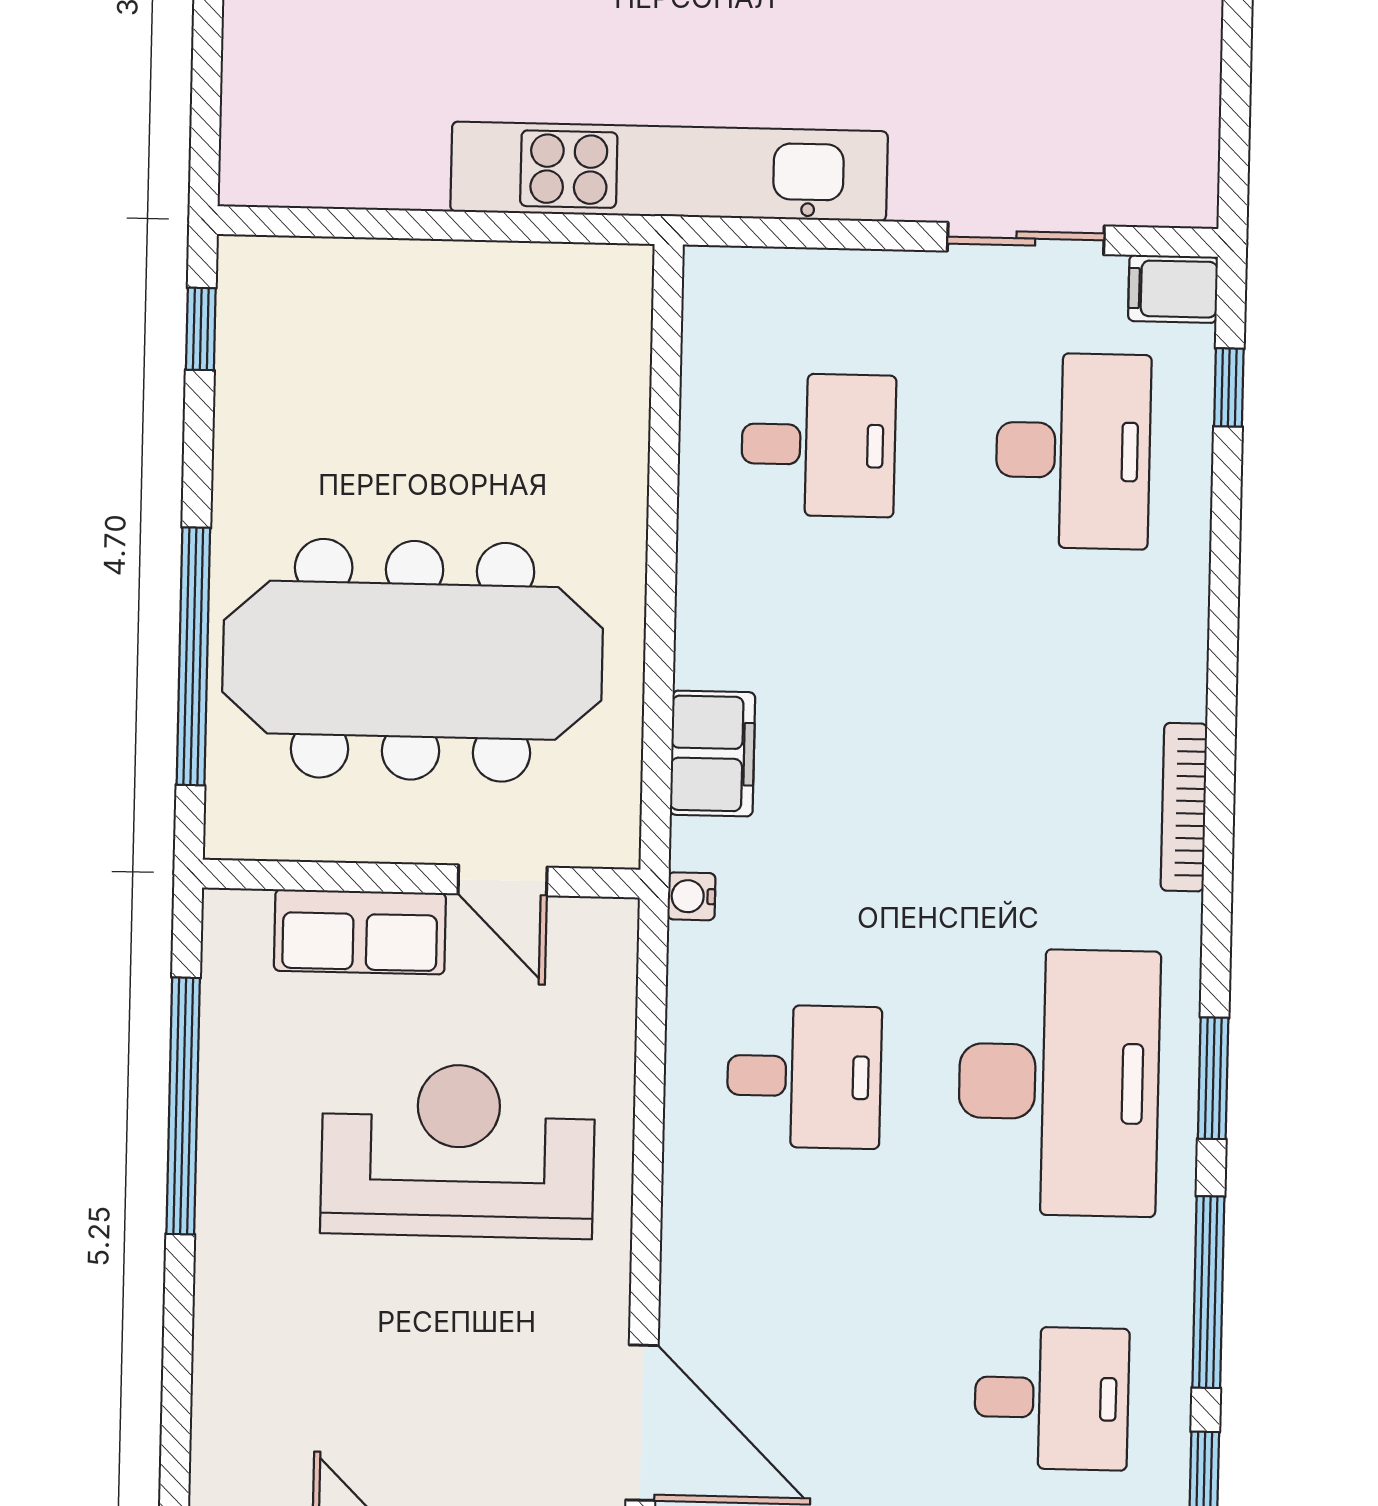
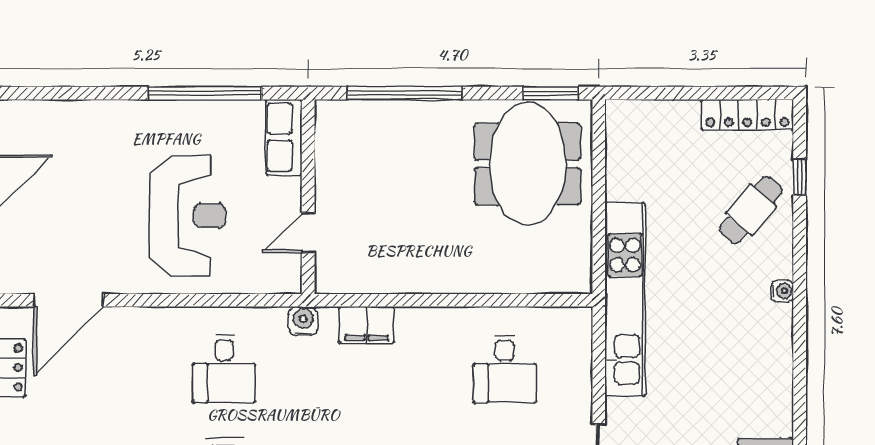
window: (201, 329) -> (550, 93), width x1.50
meeting table: (413, 660) -> (528, 164), moved, width x0.73
water cooler: (691, 896) -> (303, 321), width x1.38, depth x1.38
row of seats: (360, 932) -> (284, 137), moved

